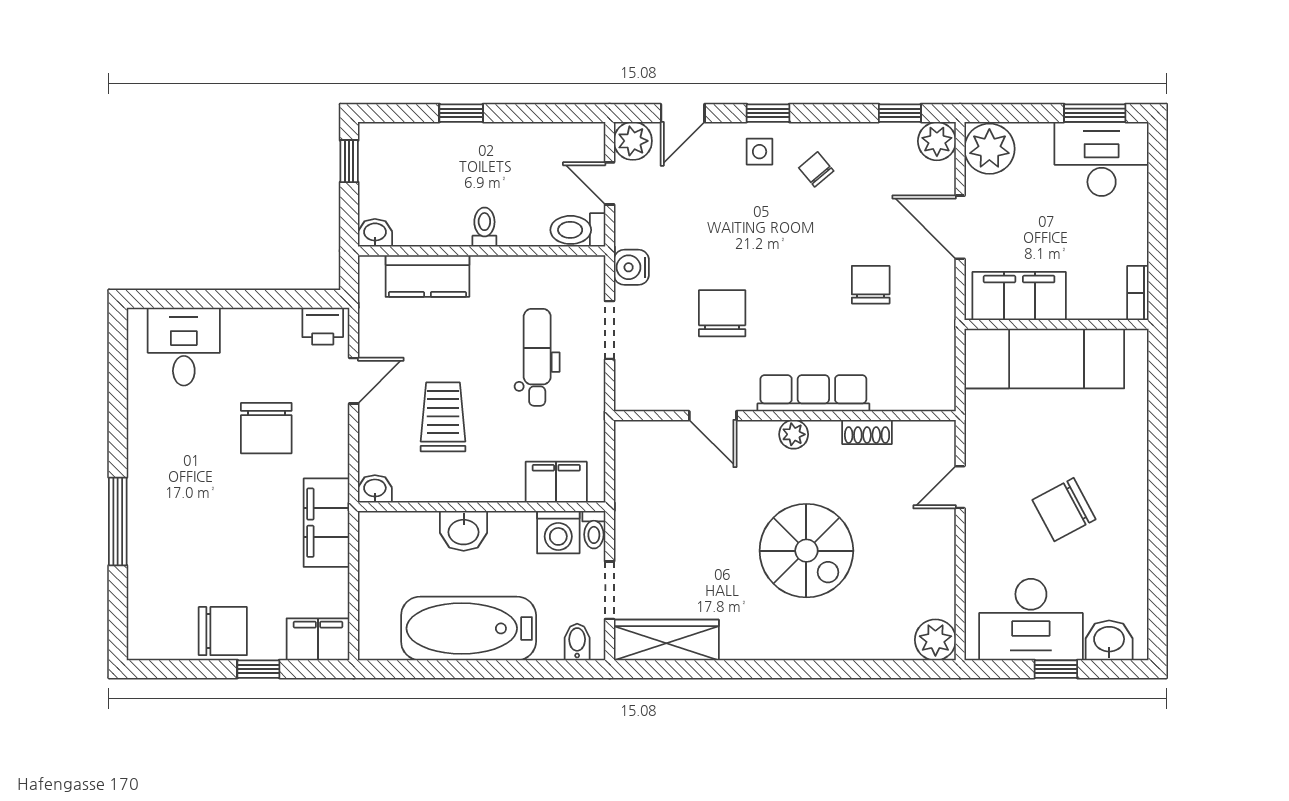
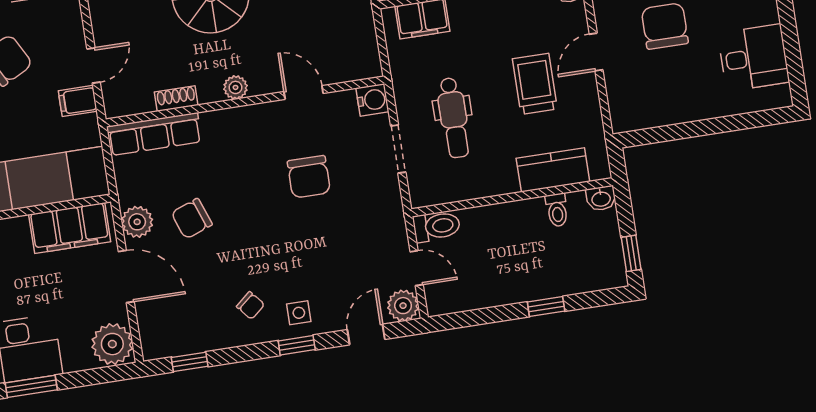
plant: (937, 141) -> (137, 222), moved
toilet: (484, 227) -> (557, 210), moved
water cooler: (631, 267) -> (372, 100), moved
chair: (871, 285) -> (192, 219), turned 70
printer: (323, 326) -> (632, 116), removed
desk: (184, 347) -> (754, 58), moved, turned -90
door: (354, 381) -> (596, 52), moved
row of seats: (813, 393) -> (154, 134), moved
trolley: (443, 417) -> (535, 84), moved, turned 180
filing cabinet: (986, 447) -> (78, 101), added

